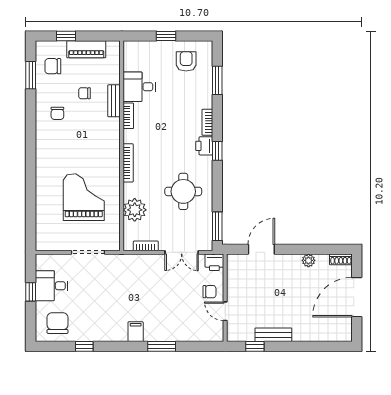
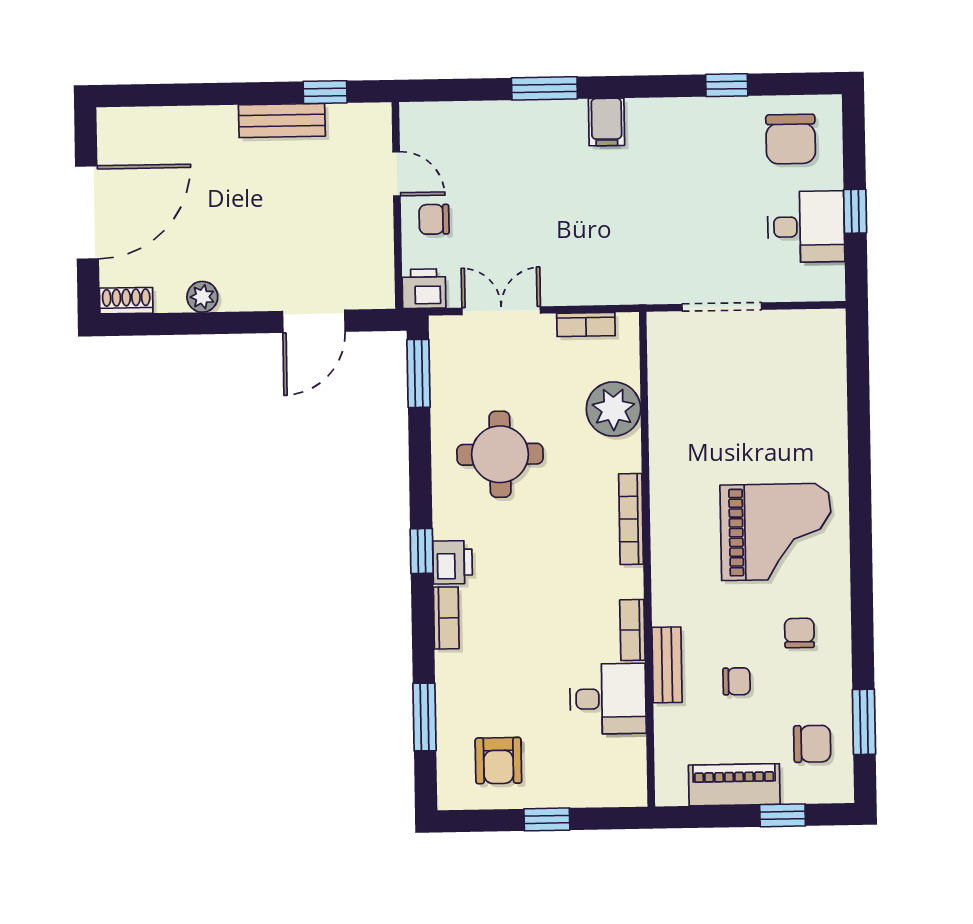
grand piano: (84, 197) -> (776, 532), moved, turned -90

